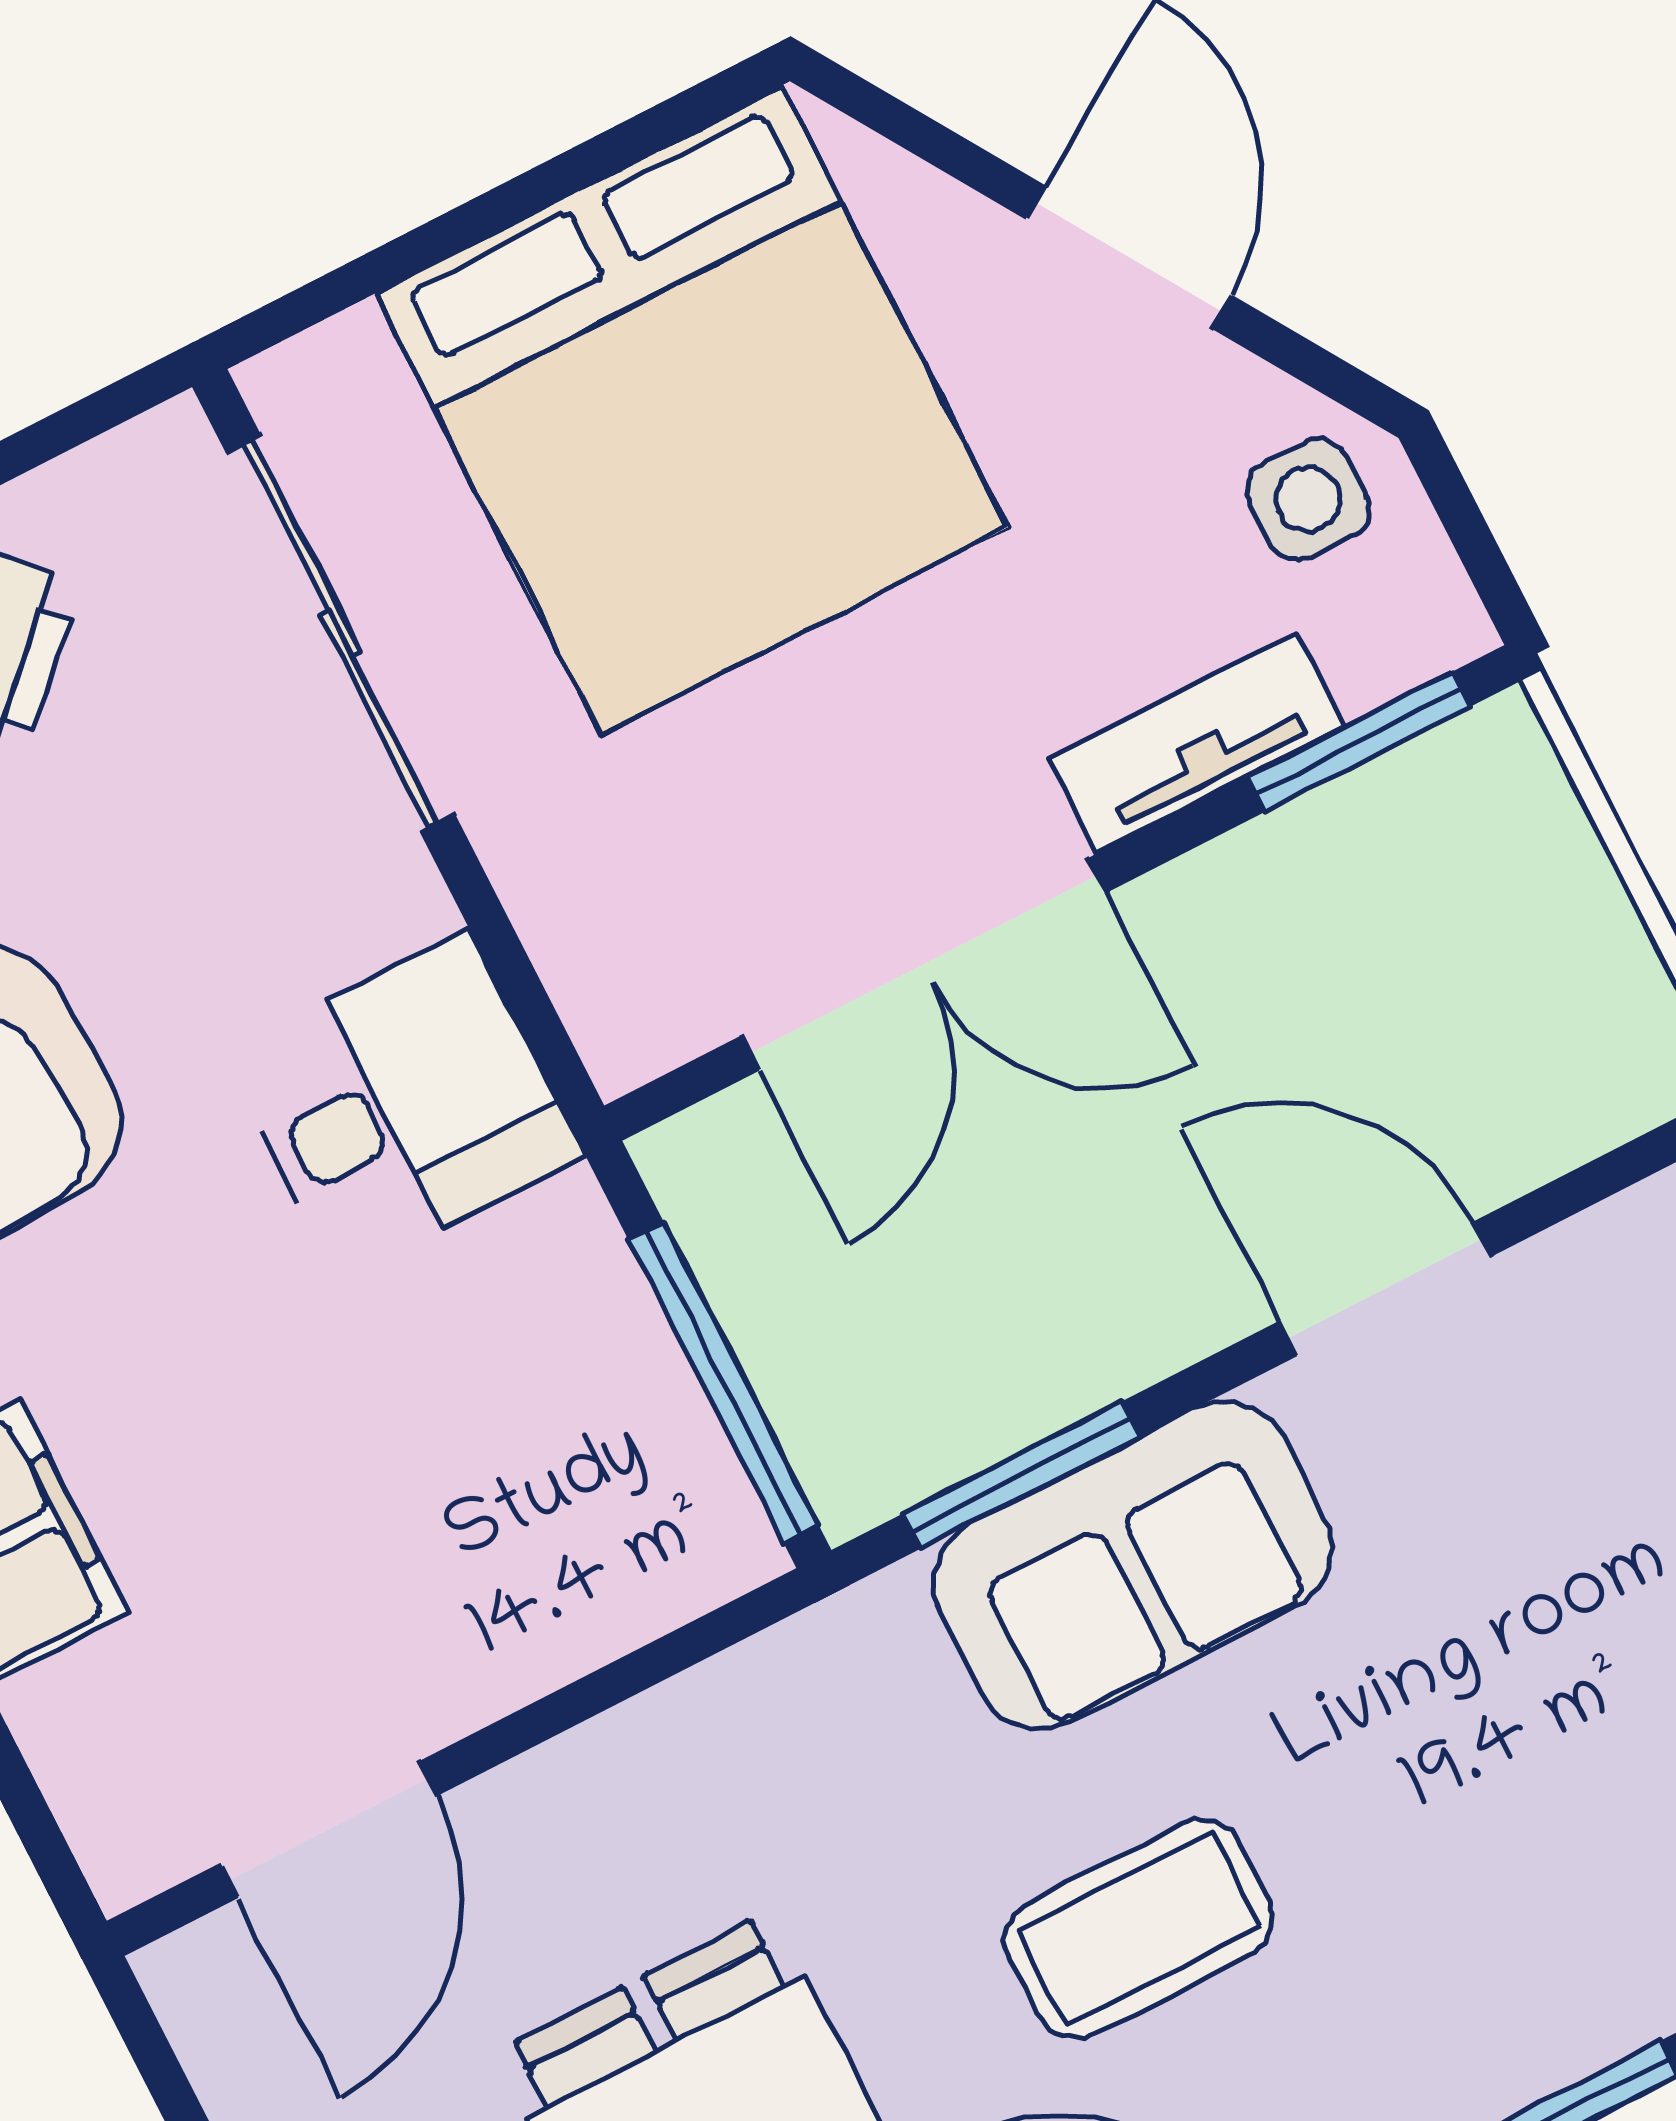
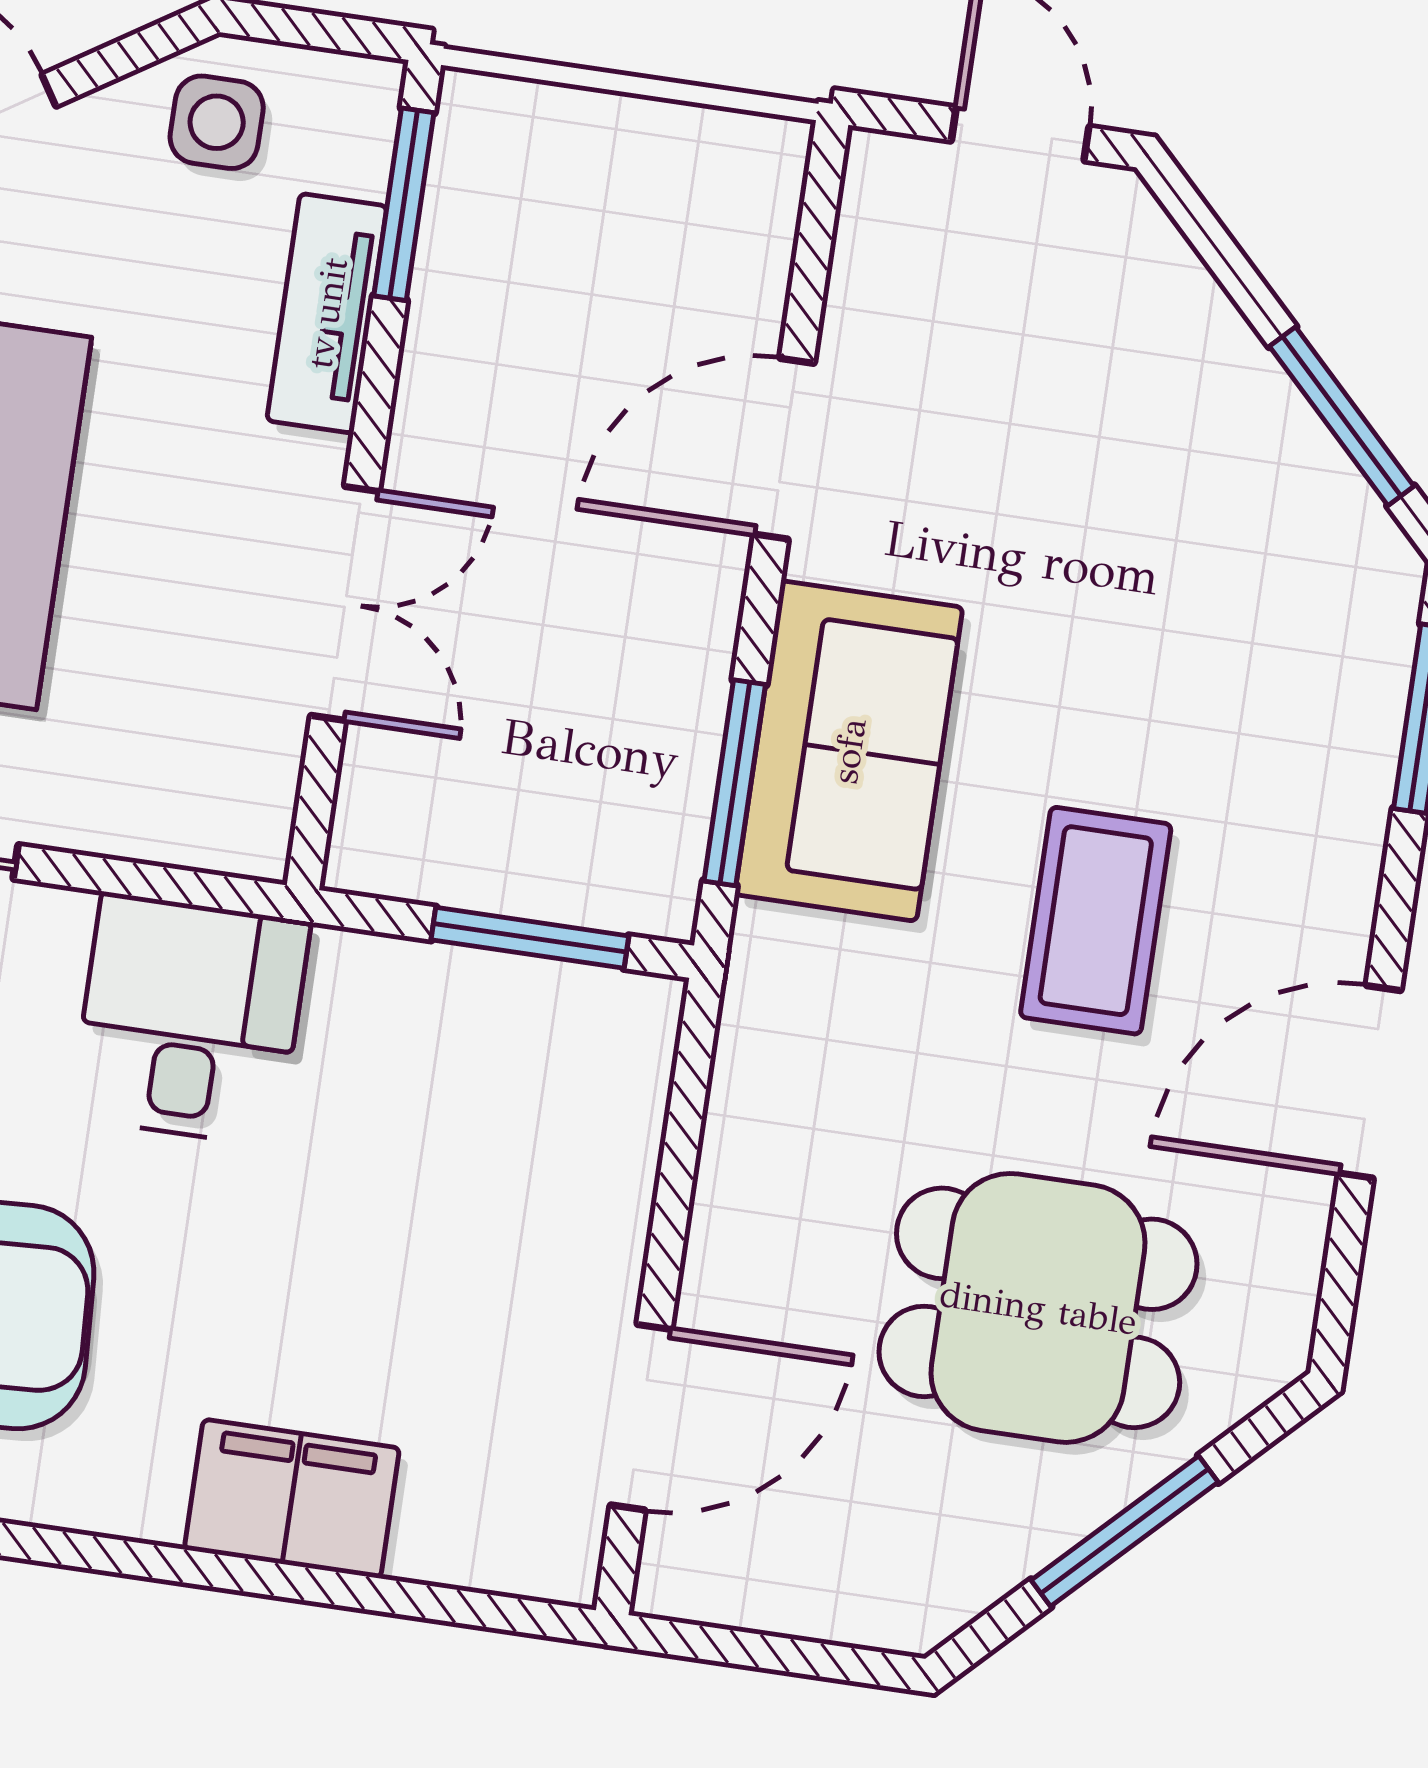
double door: (923, 964) -> (345, 603), width x0.73
window: (724, 1382) -> (530, 938), width x0.69
door: (329, 1829) -> (641, 1417), hinge flipped

